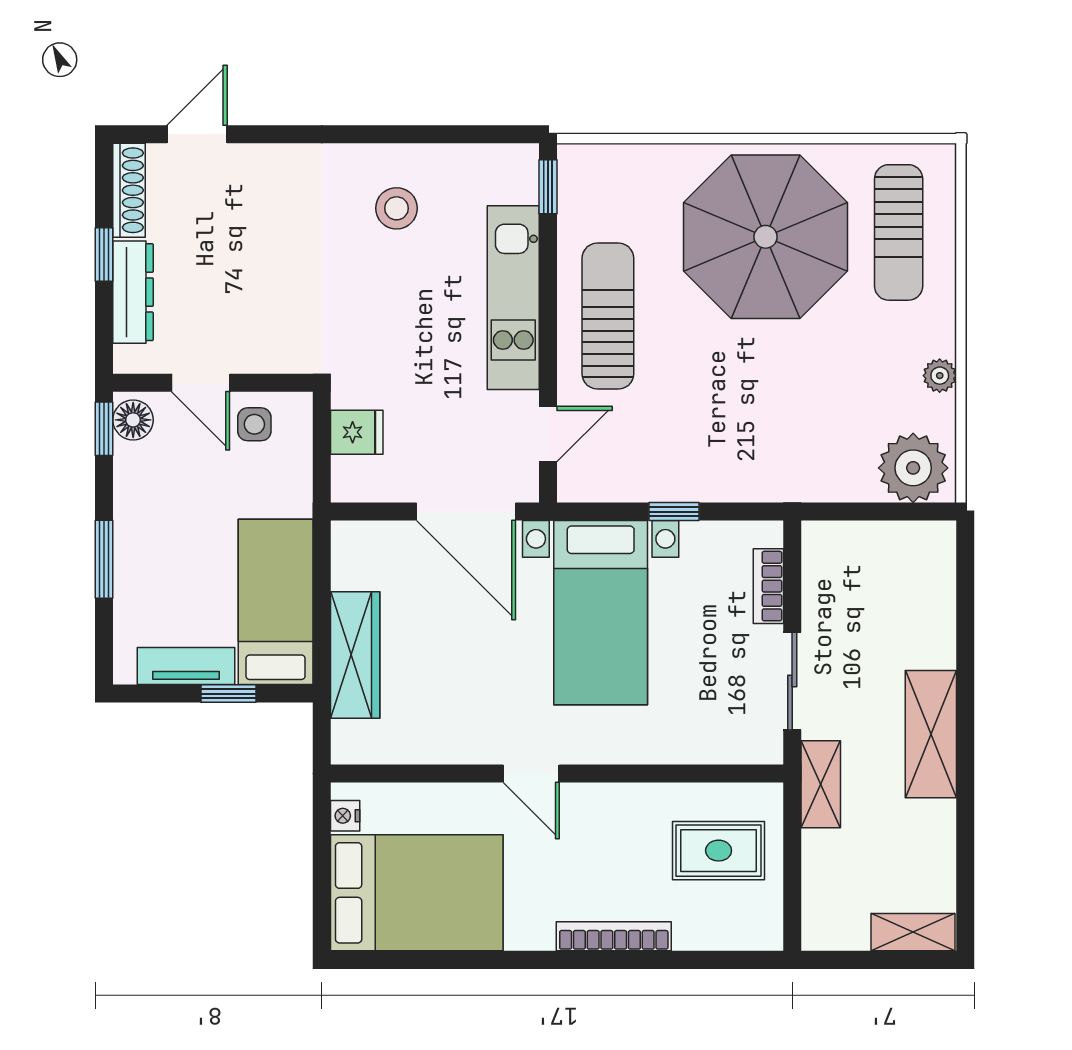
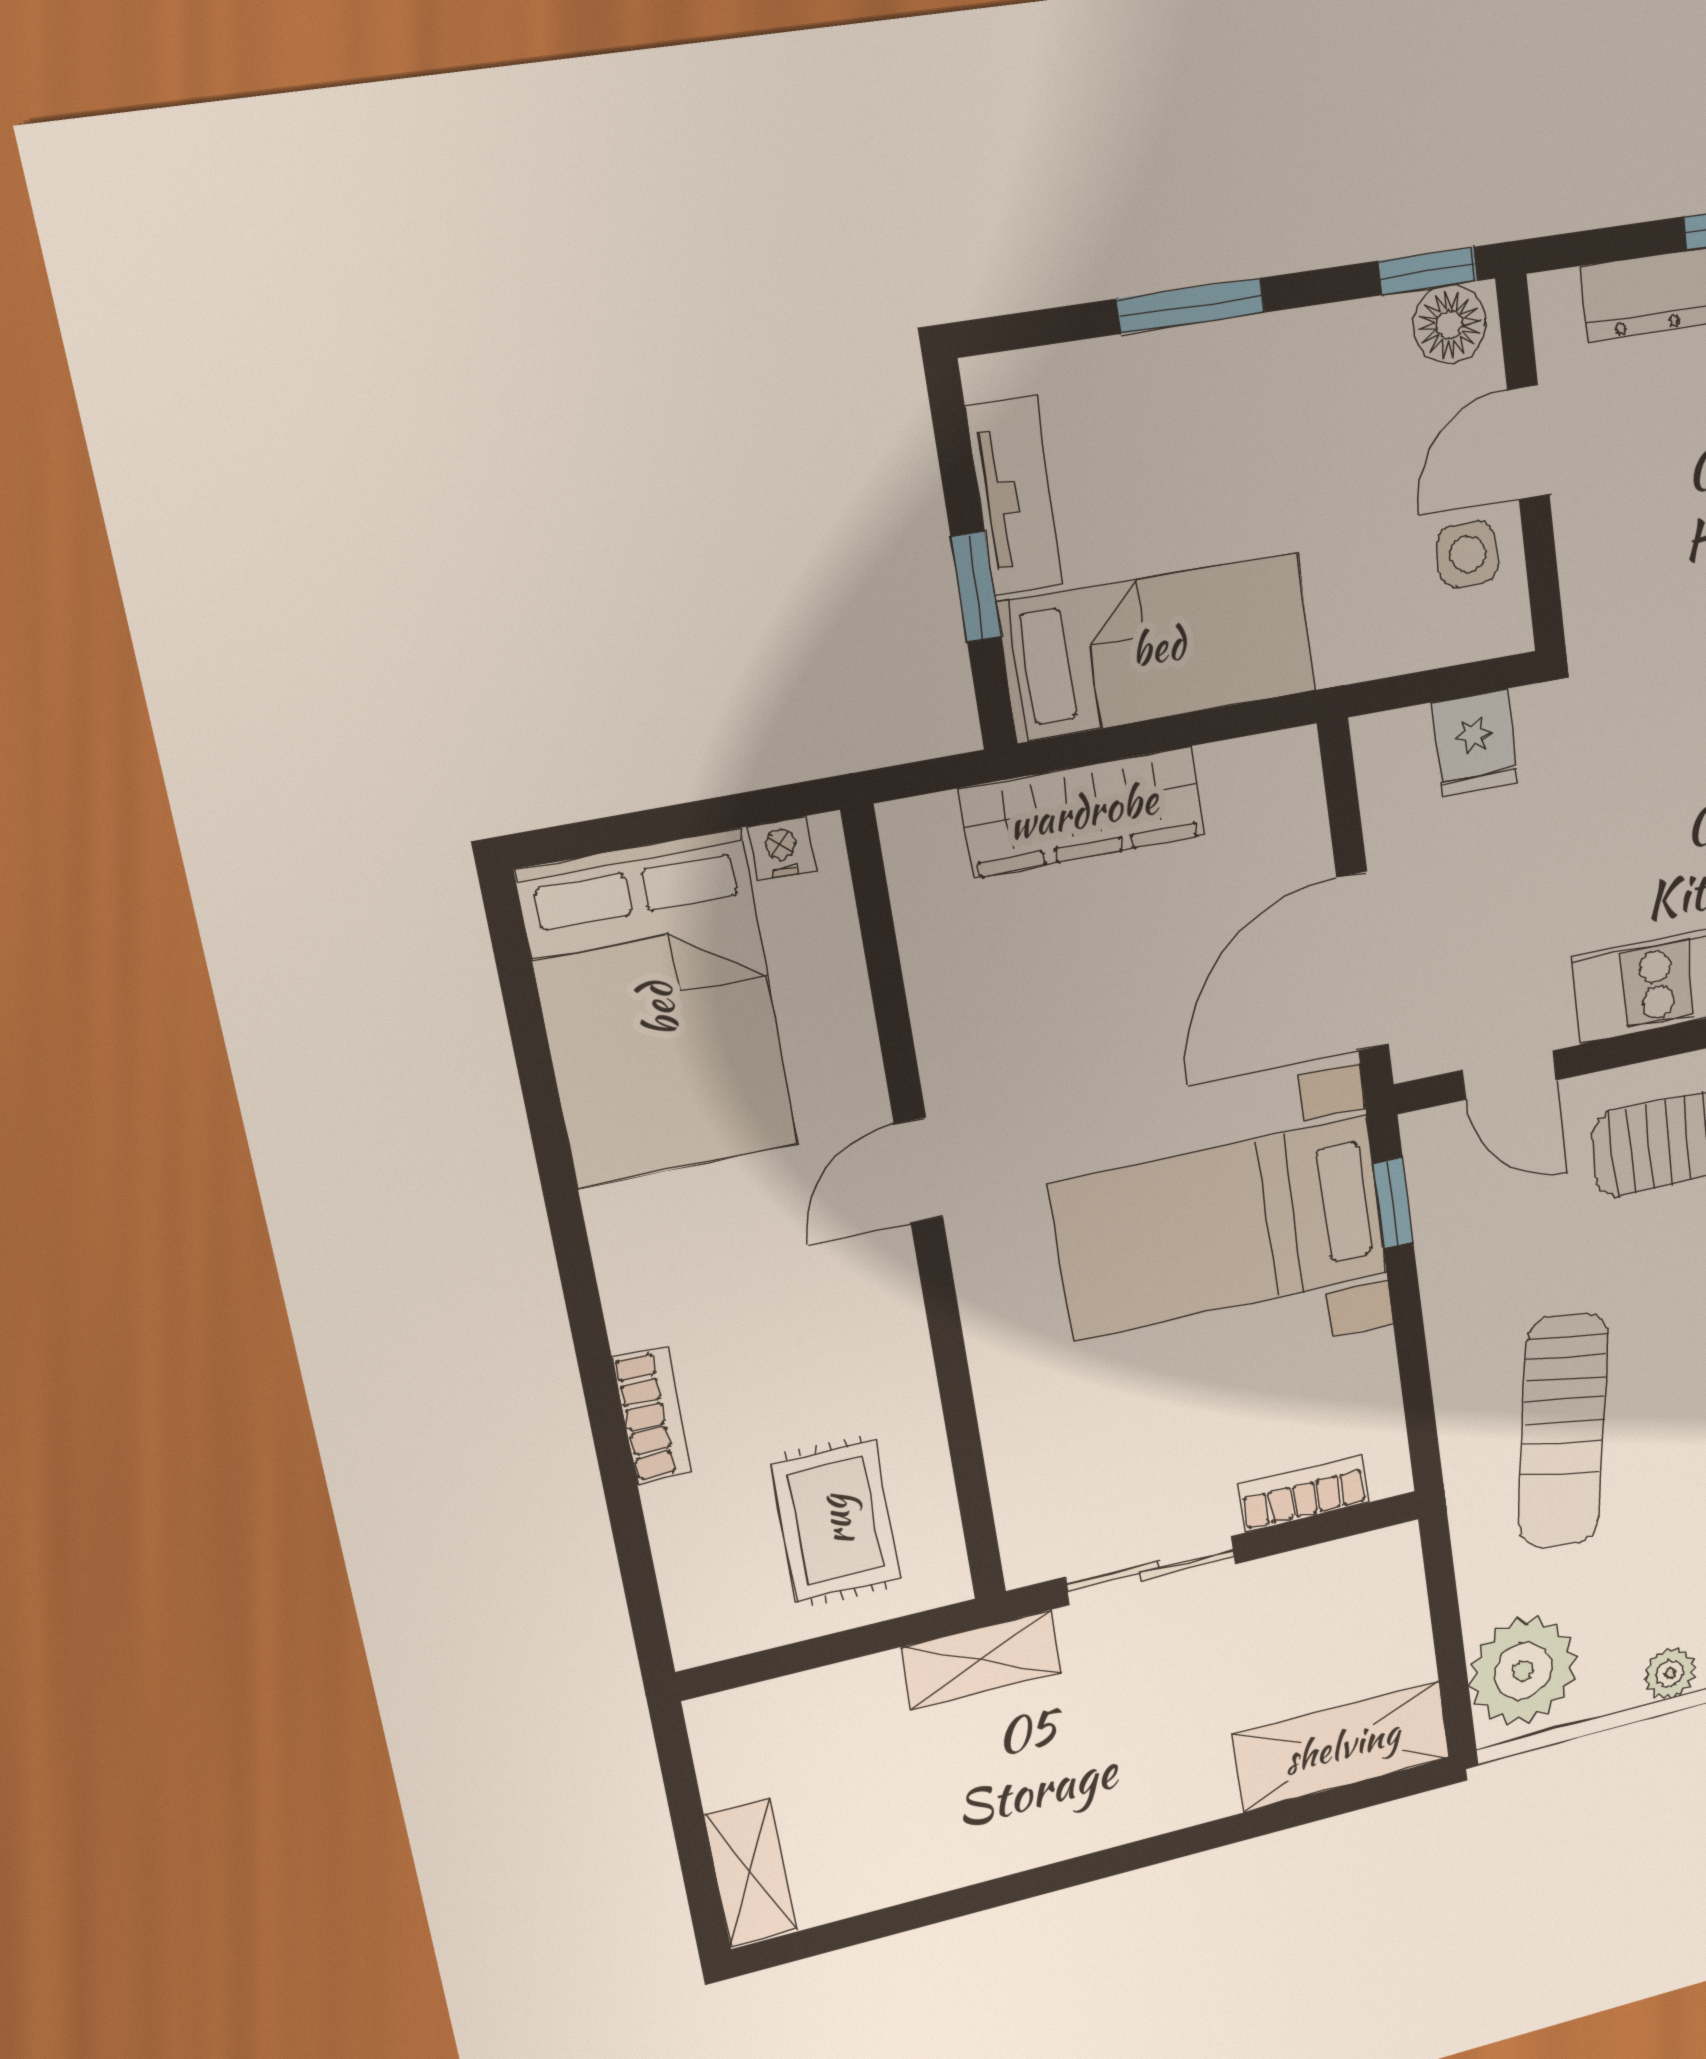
sun lounger: (768, 426) -> (1563, 1431), added
window: (674, 512) -> (1393, 1203), moved
shelving: (931, 734) -> (1342, 1746), moved
bookcase: (614, 936) -> (652, 1415), width x0.64

